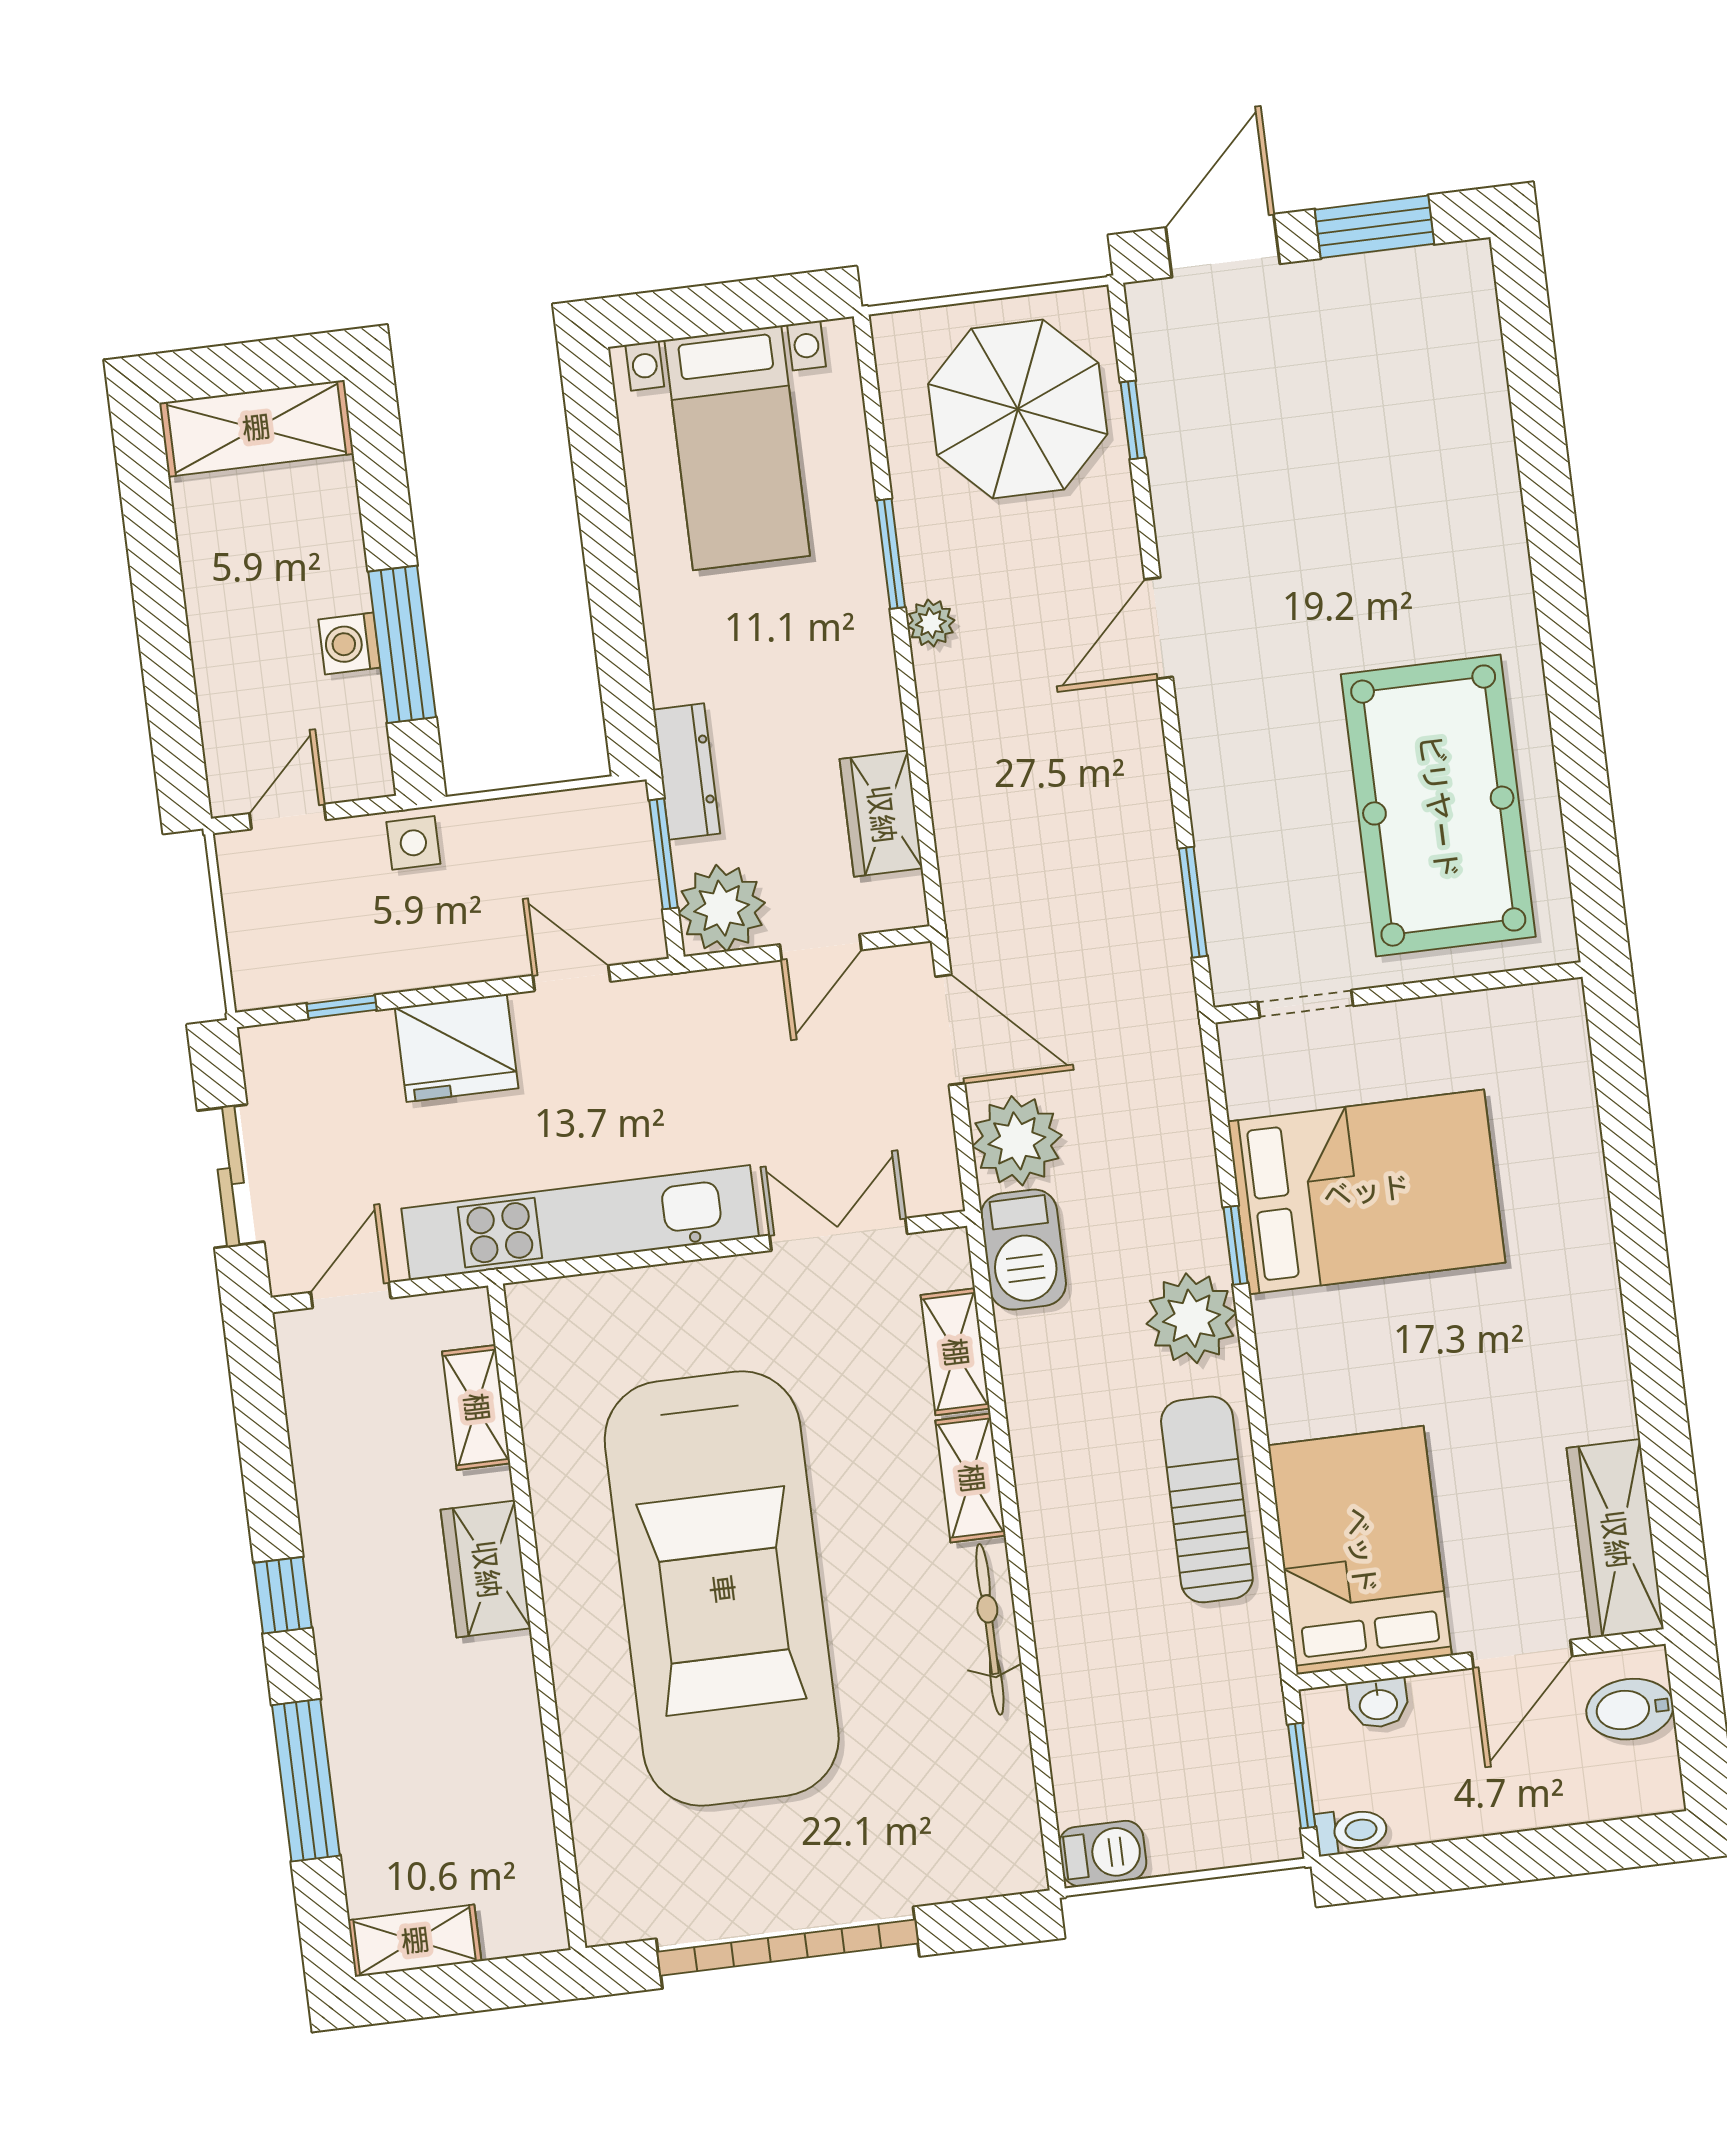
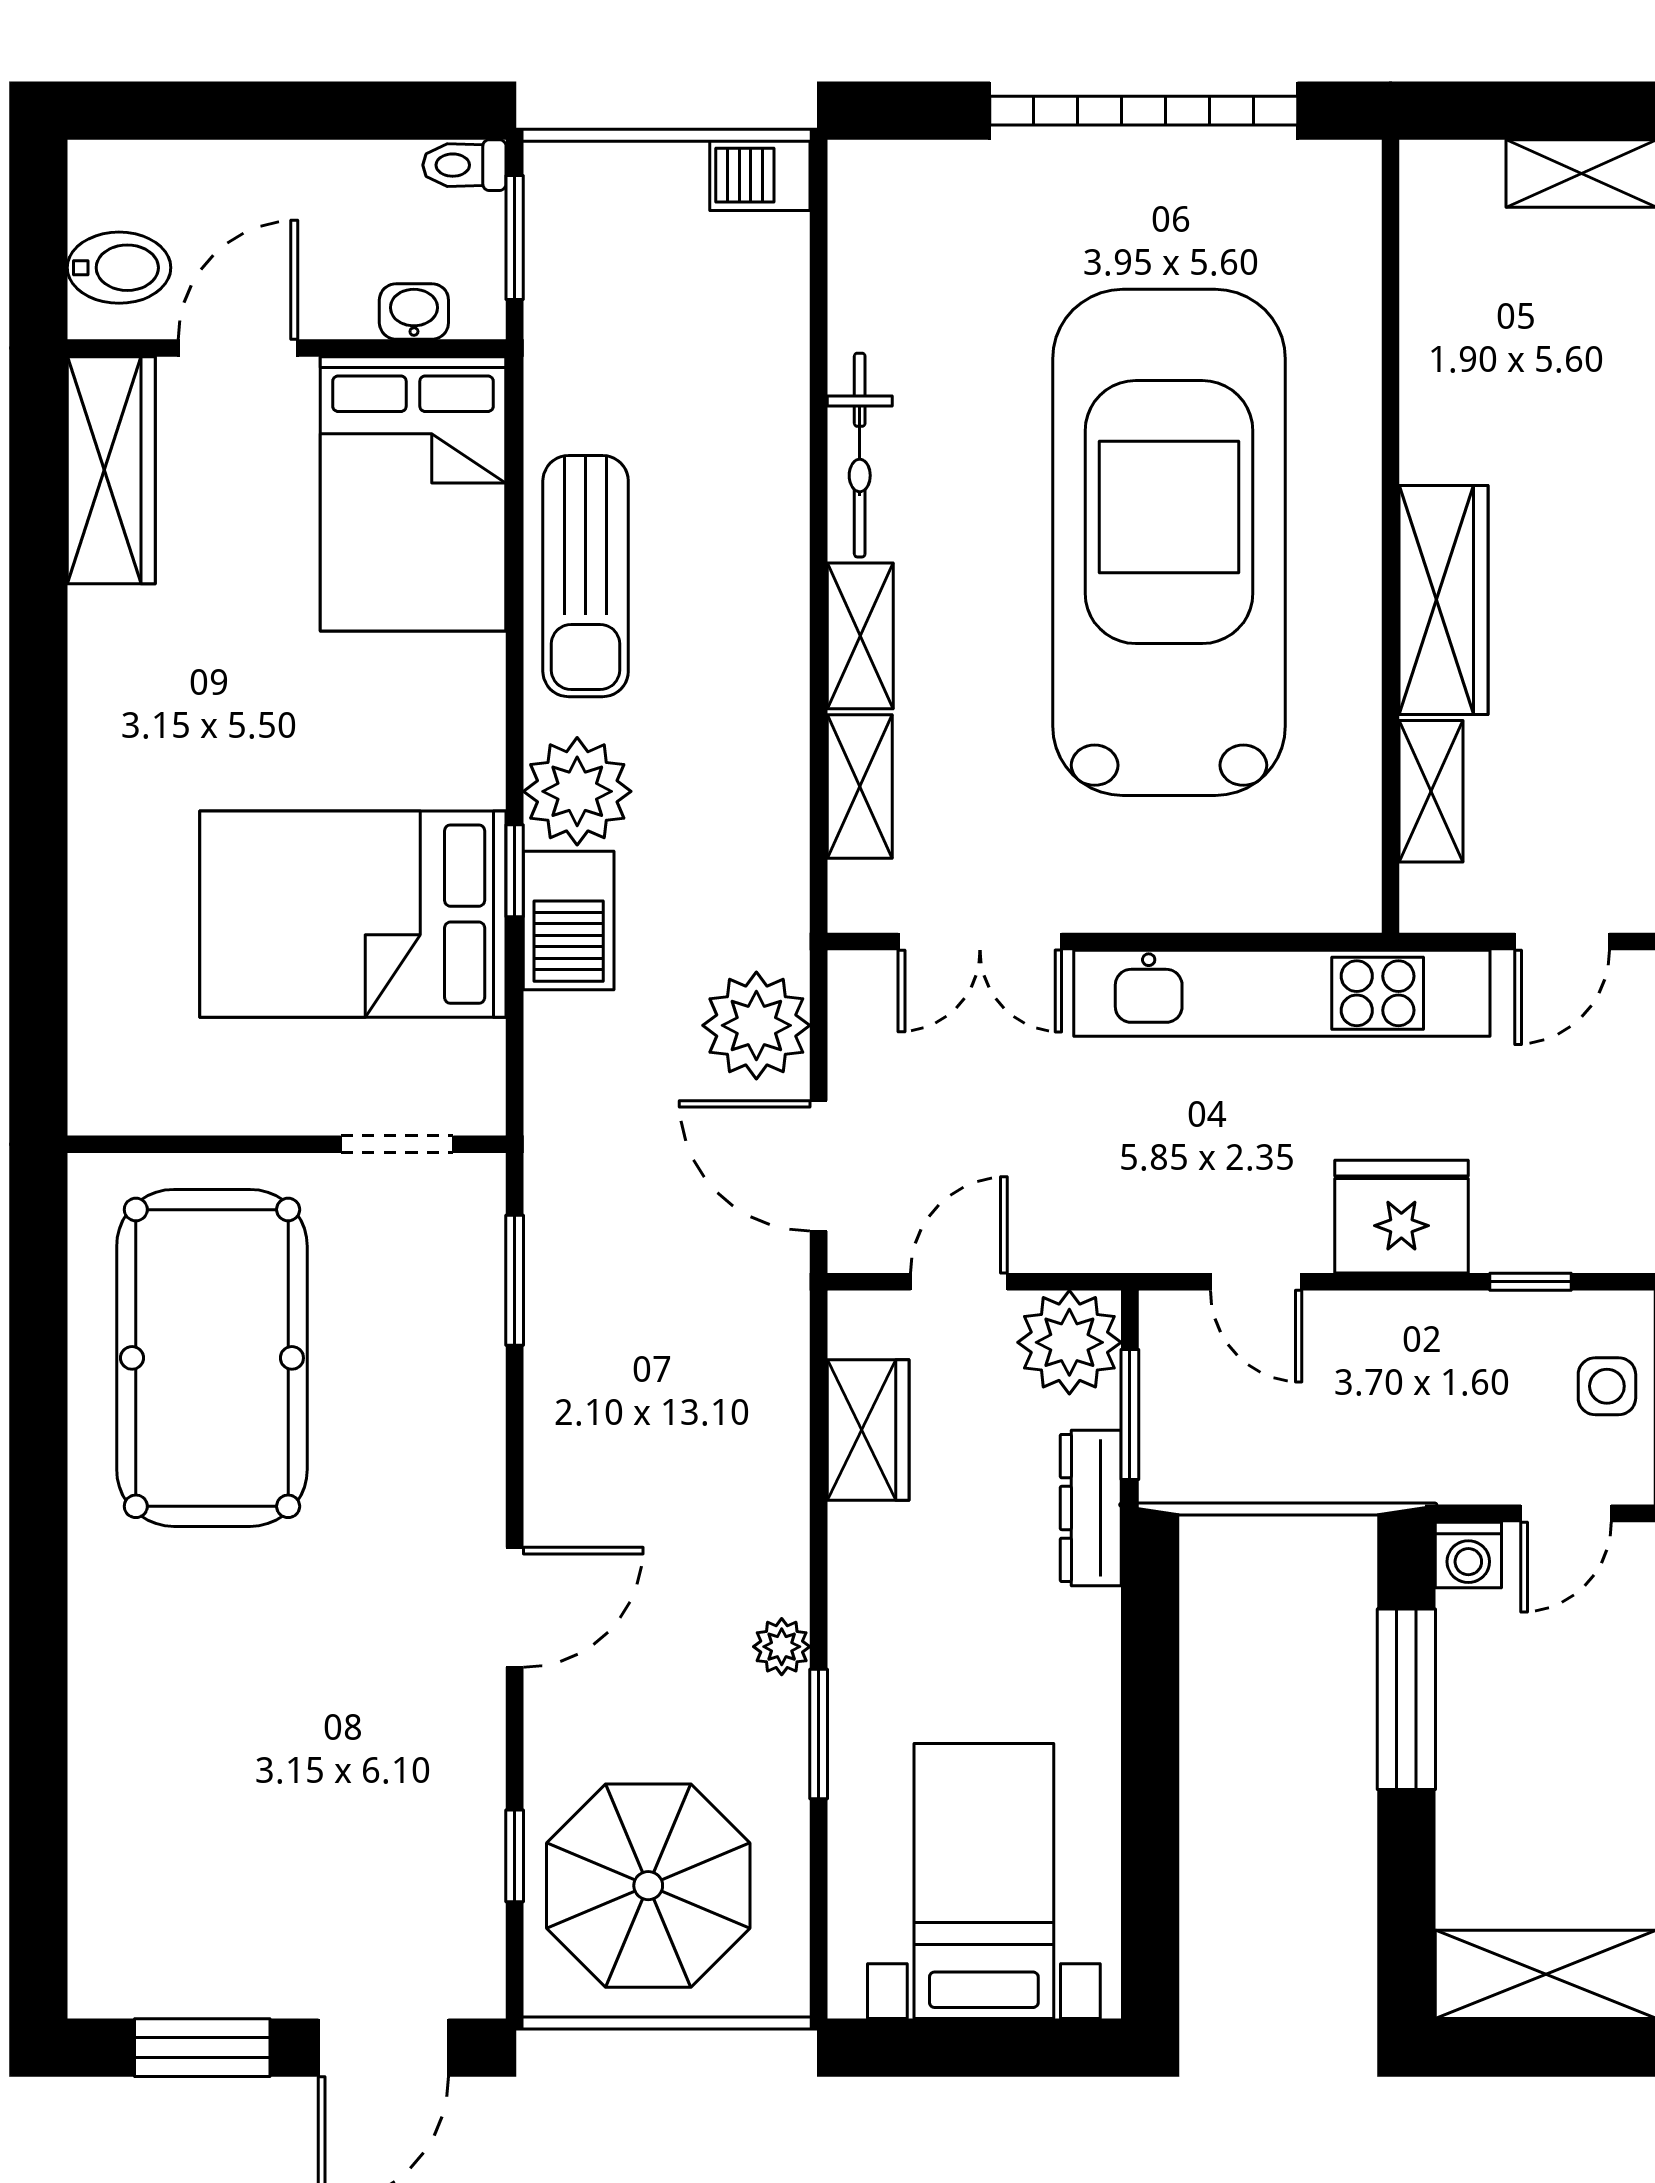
washing machine: (349, 644) -> (1468, 1555), moved, turned 90
side table: (413, 843) -> (1607, 1386), moved
barbecue: (1023, 1250) -> (569, 920), moved, turned 180
wardrobe: (486, 1569) -> (1443, 600), width x1.50

